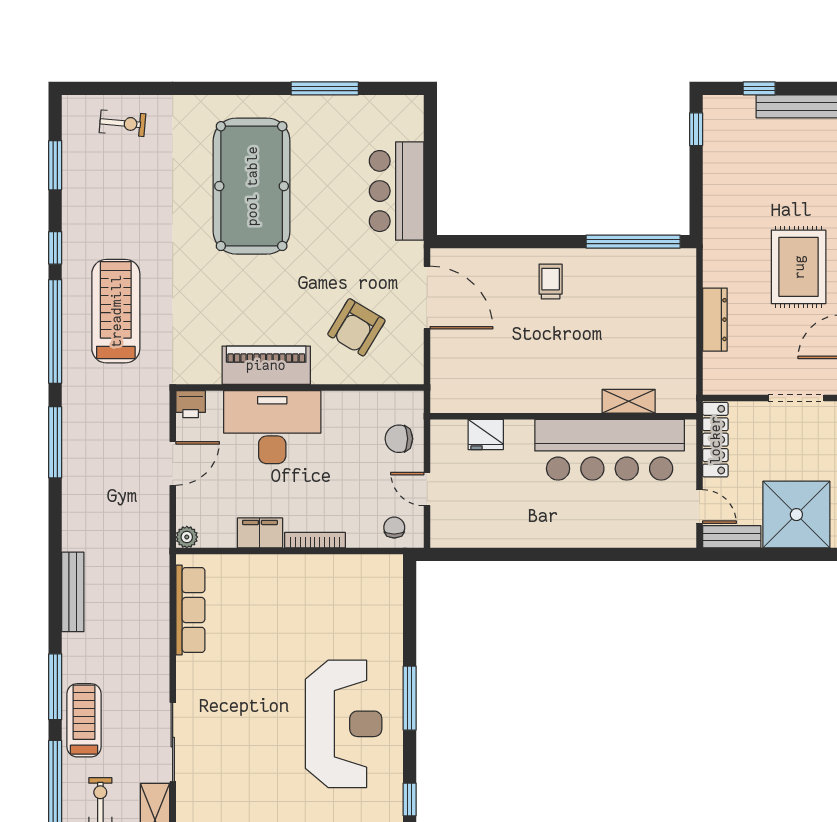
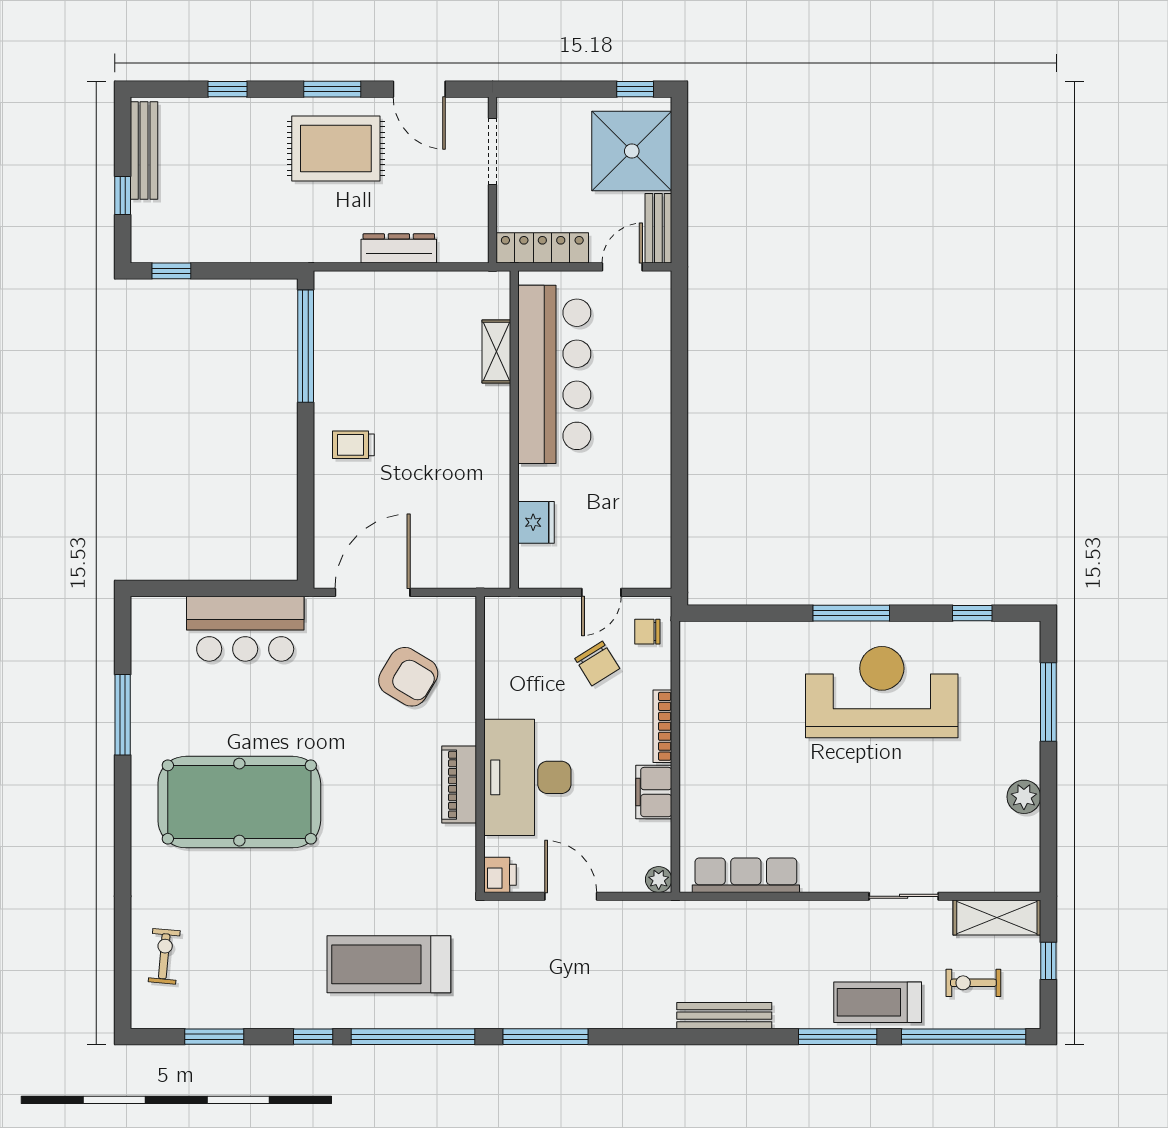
piano: (266, 365) -> (459, 785), width x0.73, depth x0.75
chair: (399, 439) -> (597, 664), moved, turned -32
sliding door: (173, 742) -> (904, 896), width x0.73

